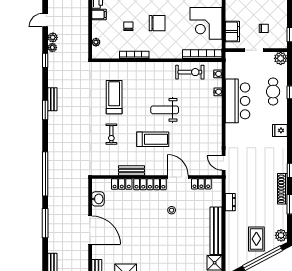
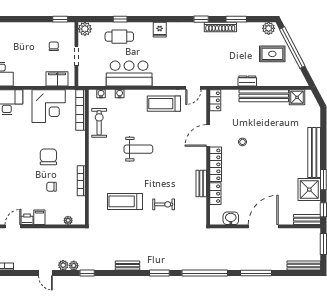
window: (45, 110) -> (159, 273), moved
weight bench: (165, 110) -> (138, 149), turned -90
treadmill: (153, 139) -> (164, 104), moved, turned -90
locker: (201, 184) -> (215, 100), moved
dresser: (230, 202) -> (247, 81), moved

